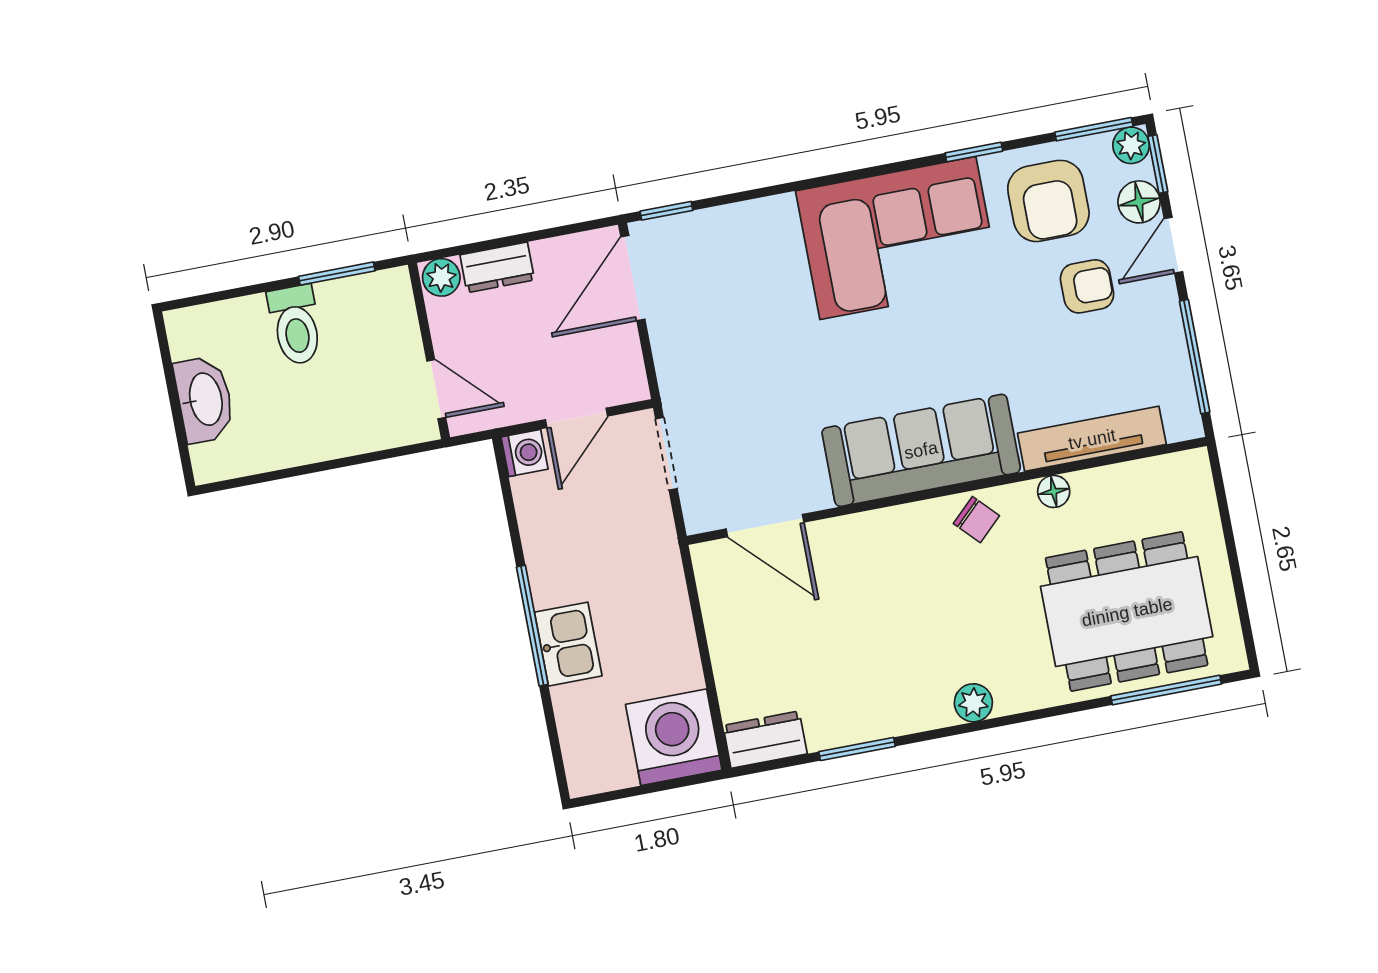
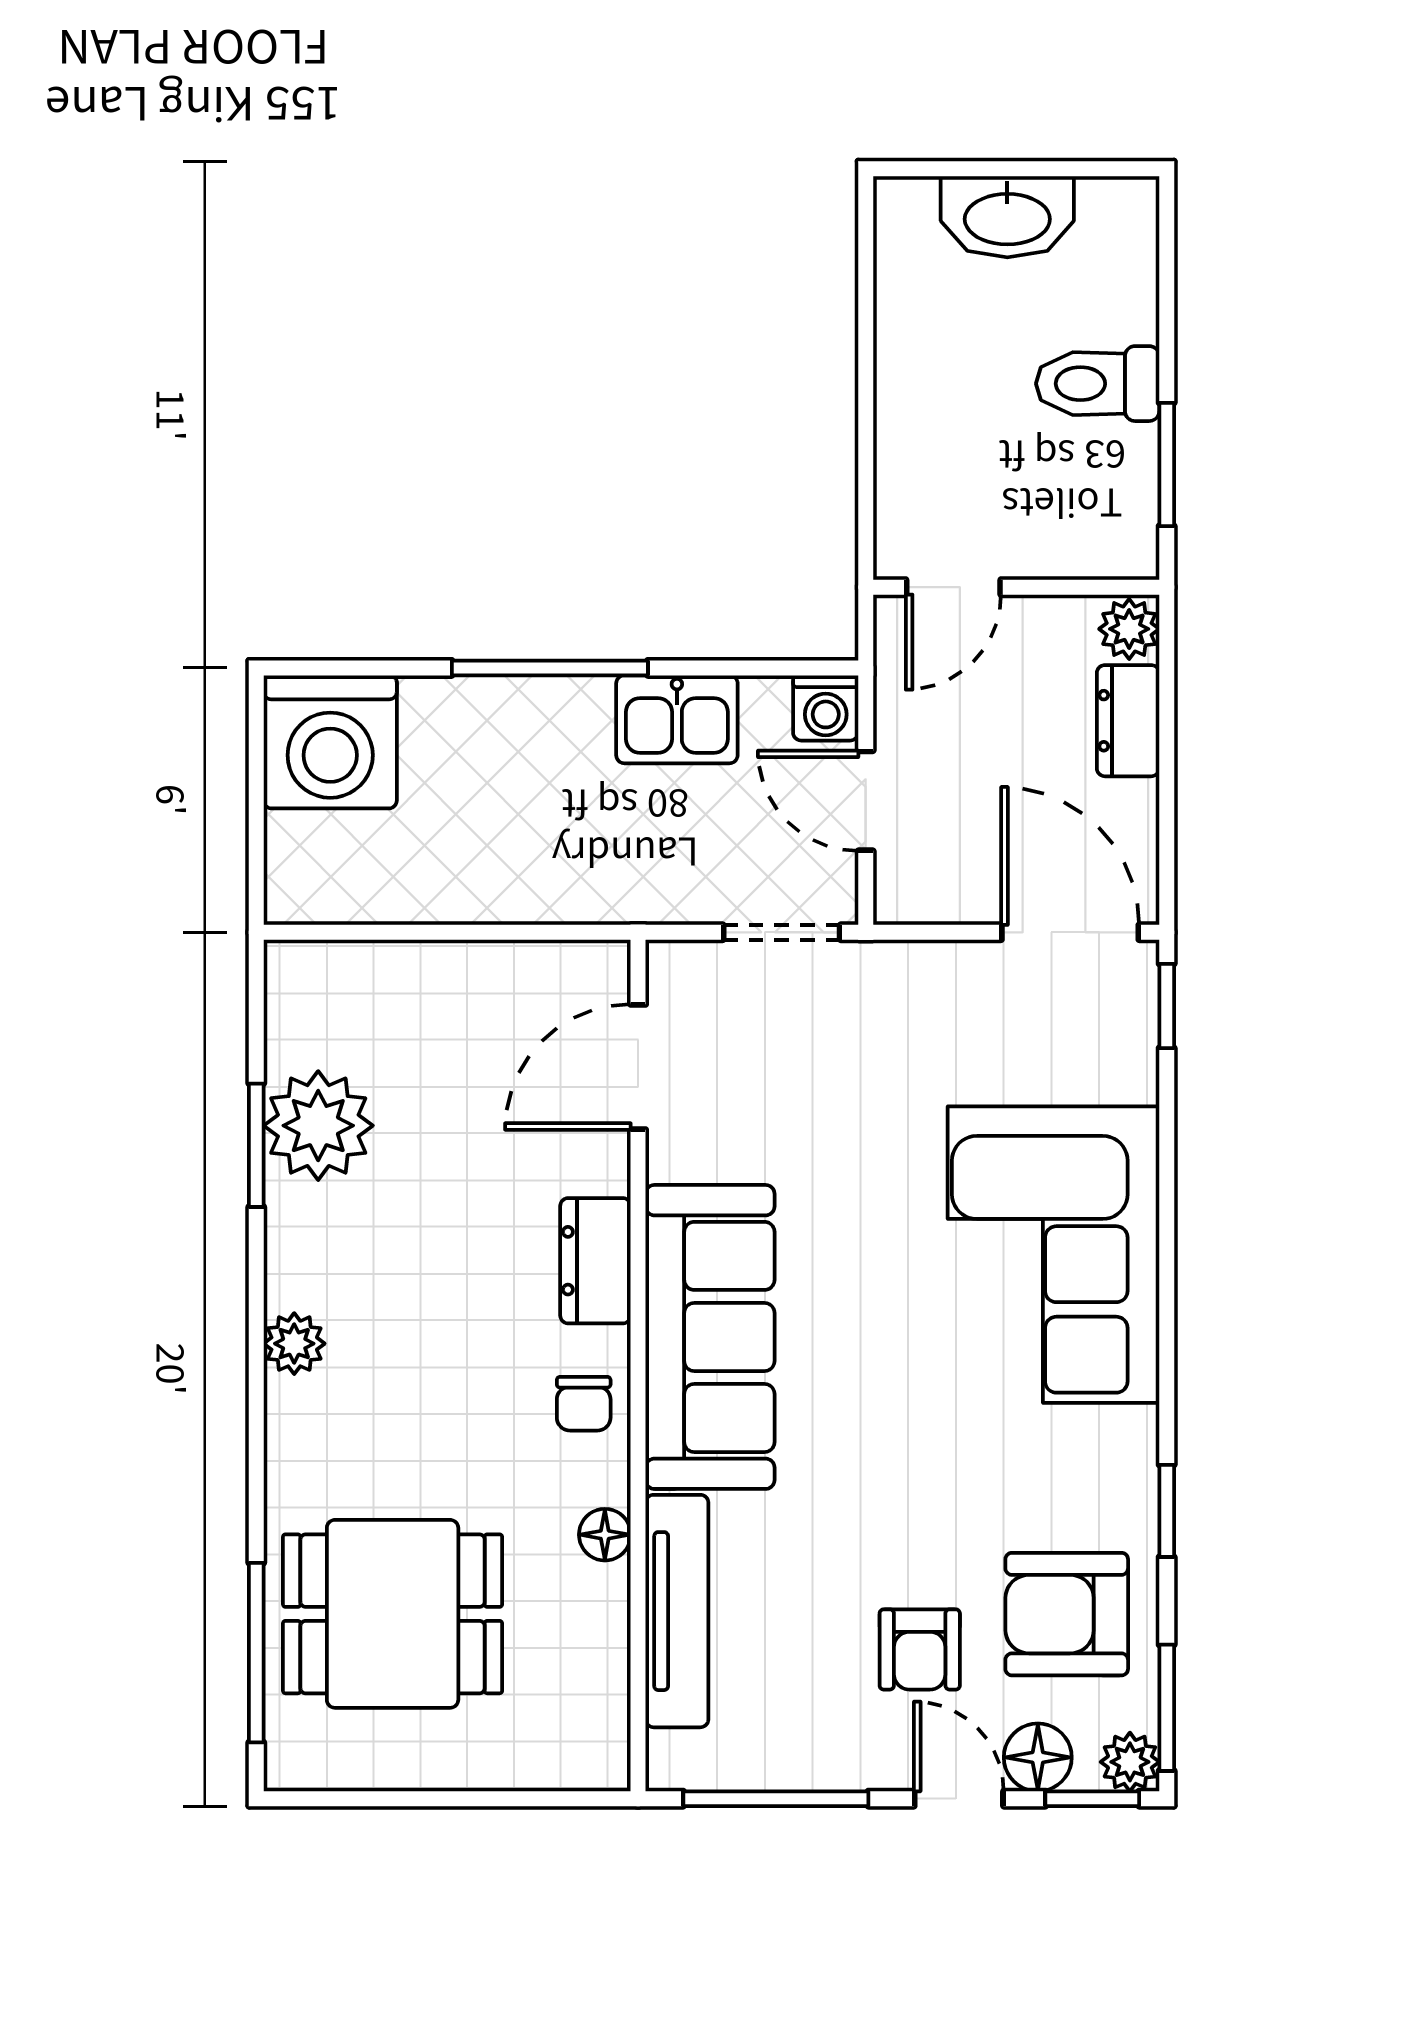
corner sofa: (898, 238) -> (1054, 1255), moved
chair: (976, 520) -> (584, 1404), turned -46
dining table: (1127, 612) -> (393, 1614), width x0.73
kitchen sink: (568, 644) -> (677, 719), moved
plant: (838, 713) -> (318, 1126), added
washing machine: (674, 737) -> (330, 742), moved, turned 90
dresser: (765, 740) -> (595, 1261), moved, turned 180

